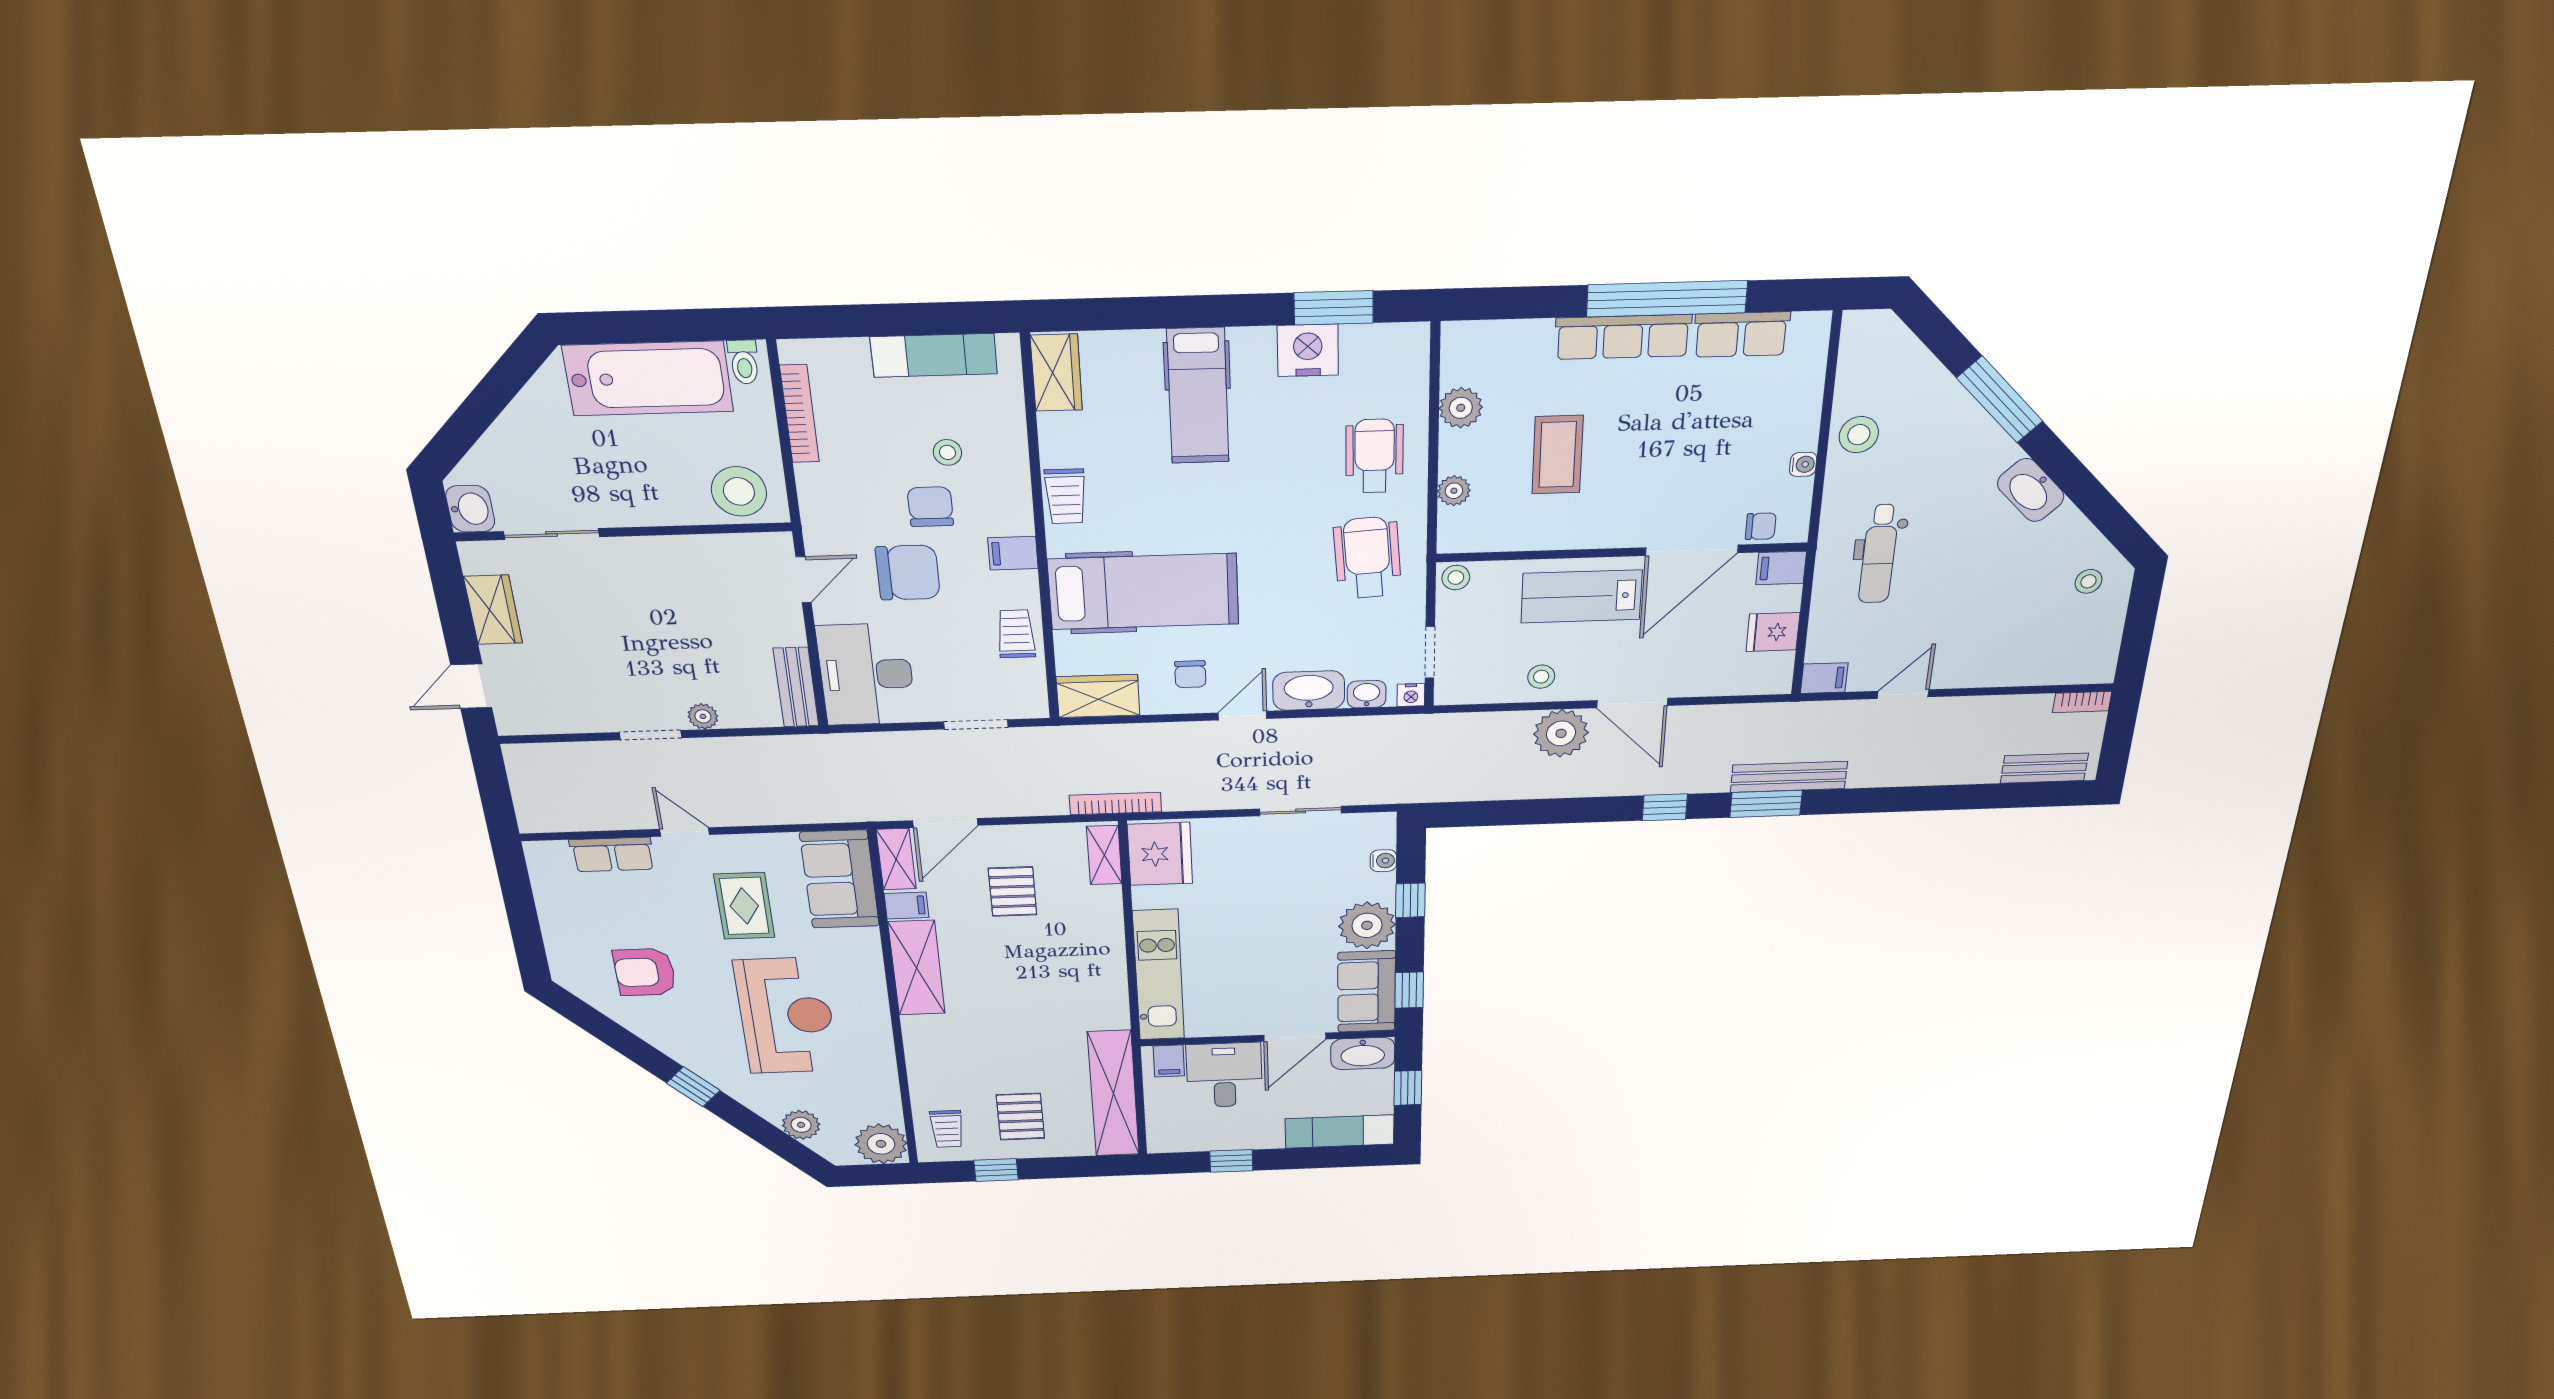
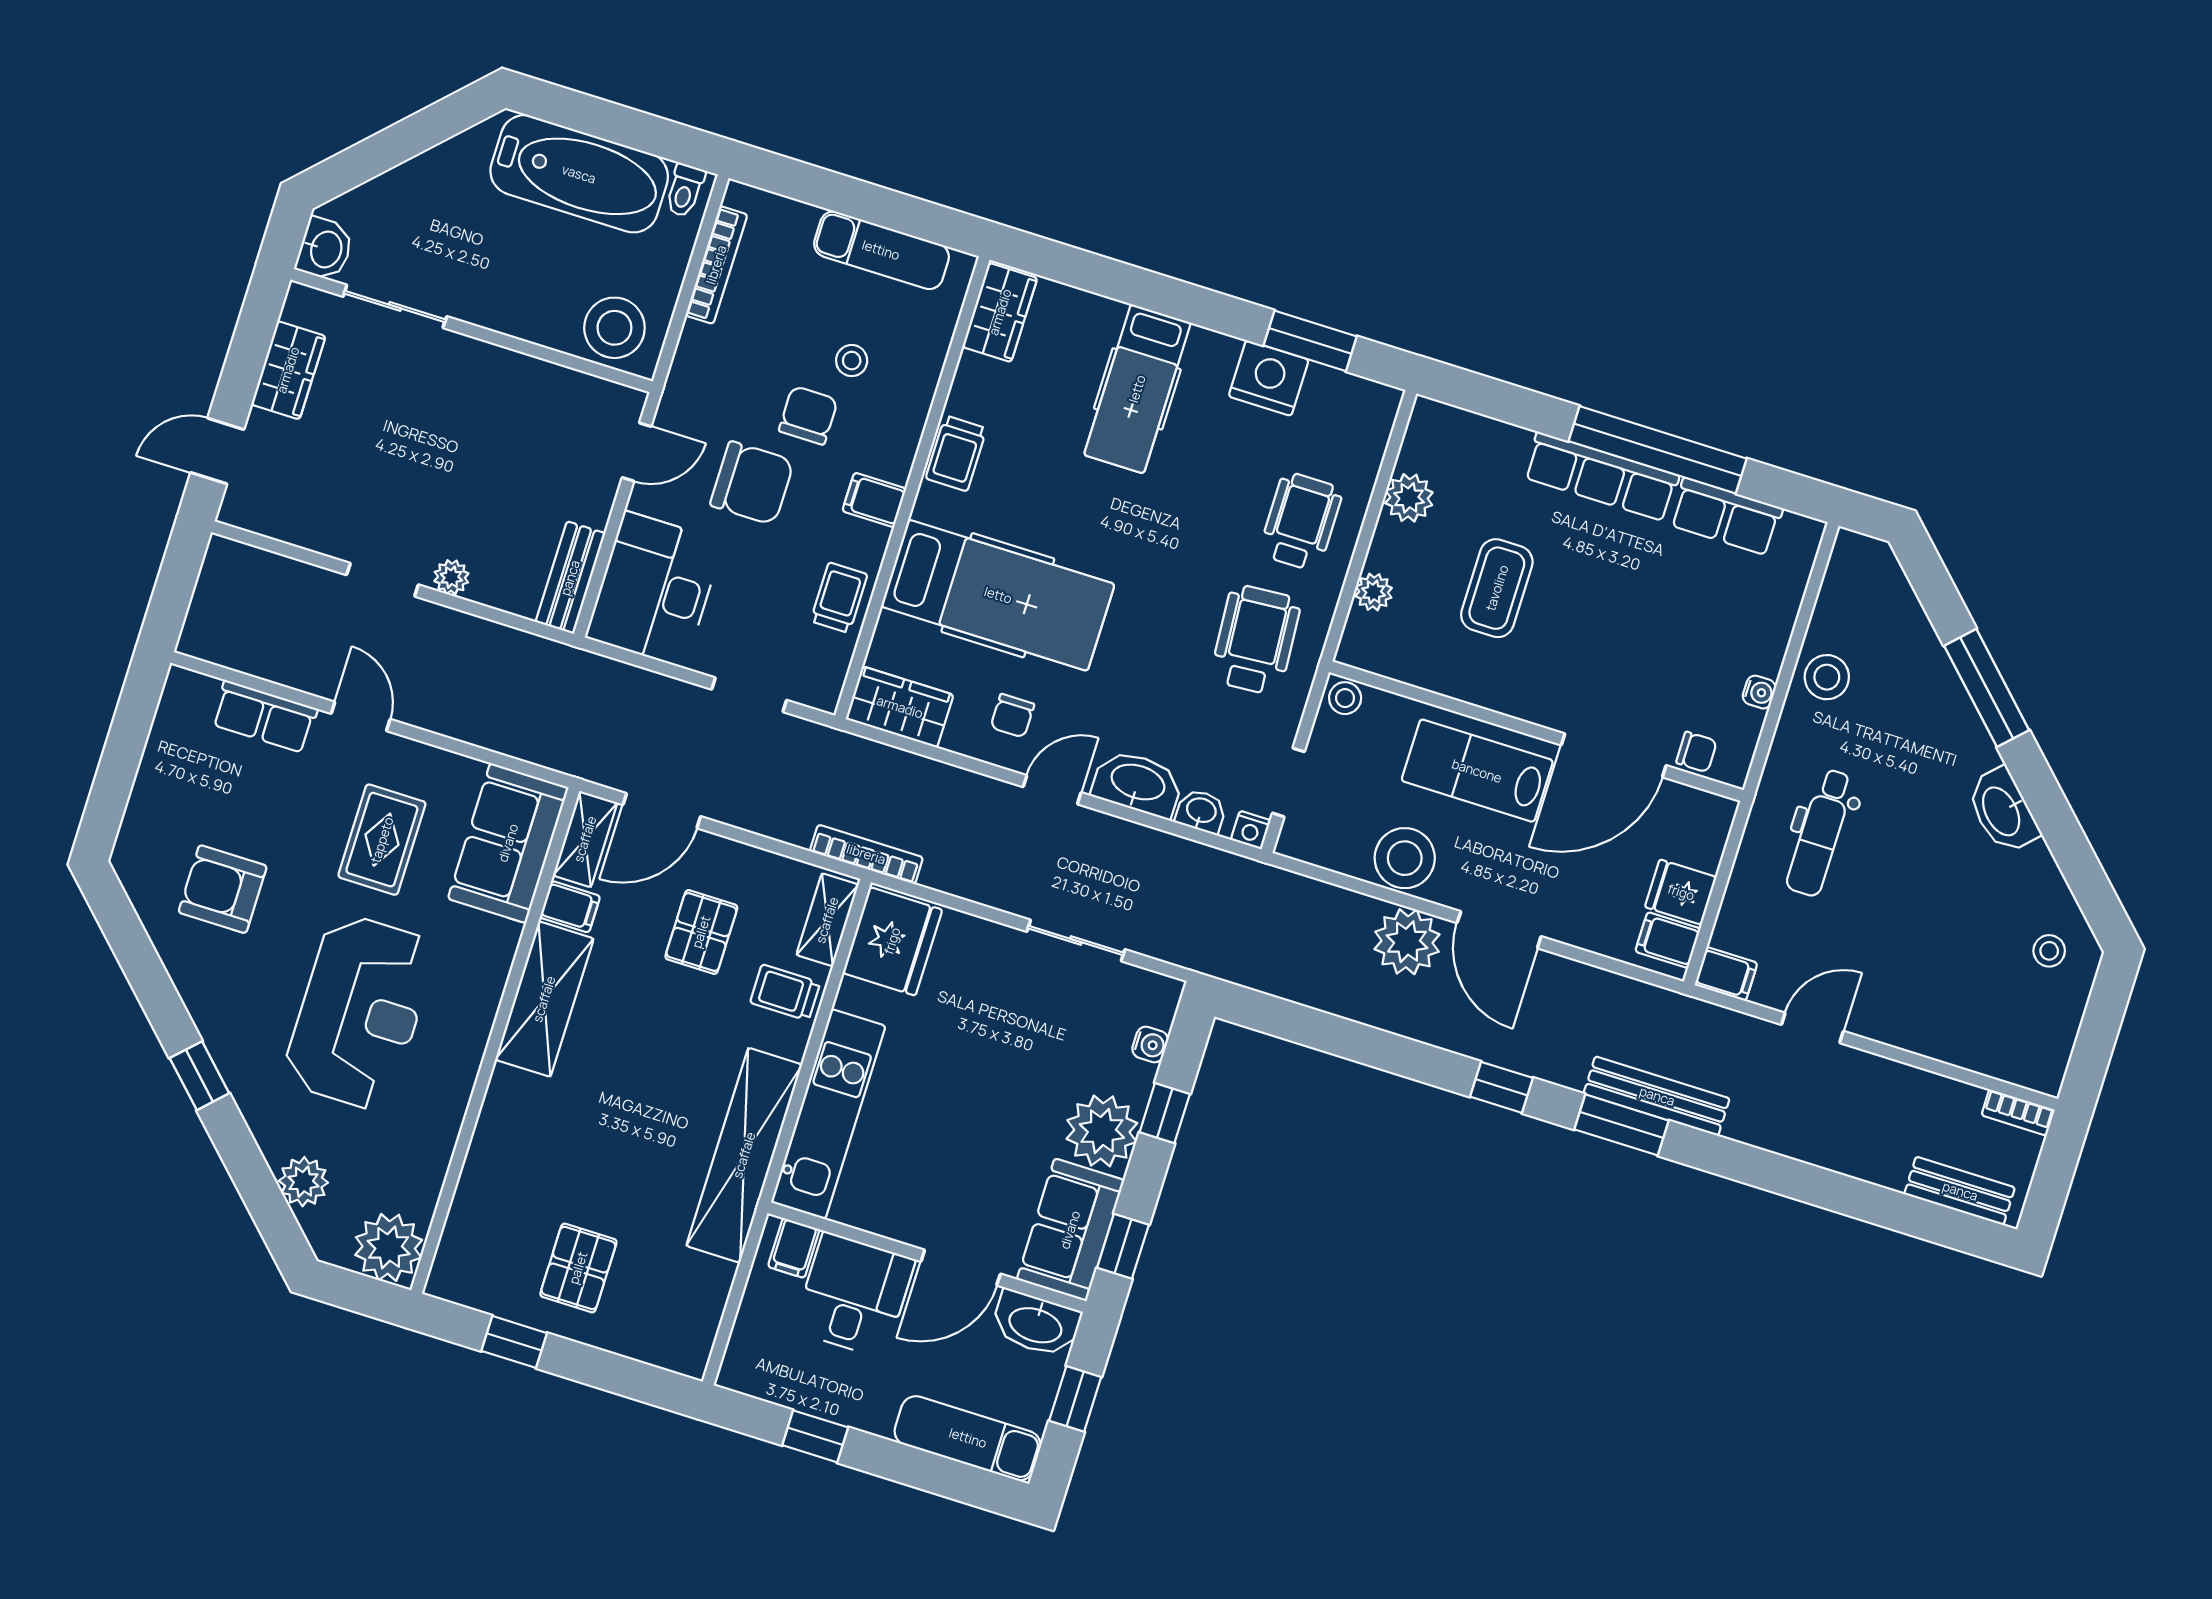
filing cabinet: (1781, 568) -> (1668, 940), moved
stool: (1541, 677) -> (1405, 858), width x1.89, depth x1.89
shelving: (1113, 1094) -> (744, 1155), moved
trolley: (947, 1129) -> (785, 993), moved, turned 90

